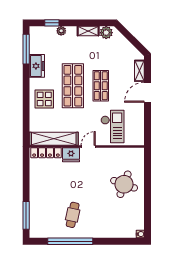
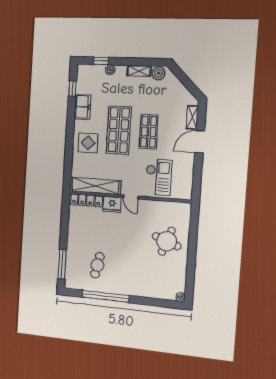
window: (26, 49) -> (73, 88), width x0.46
door: (88, 146) -> (131, 197), swing flipped
cafe table: (73, 215) -> (97, 265), moved

